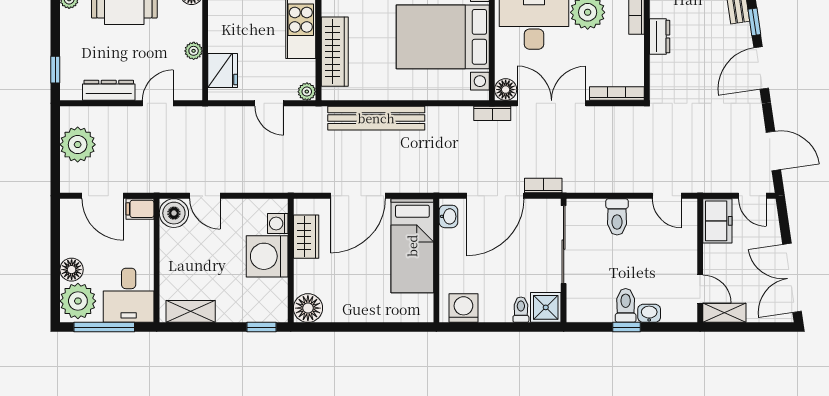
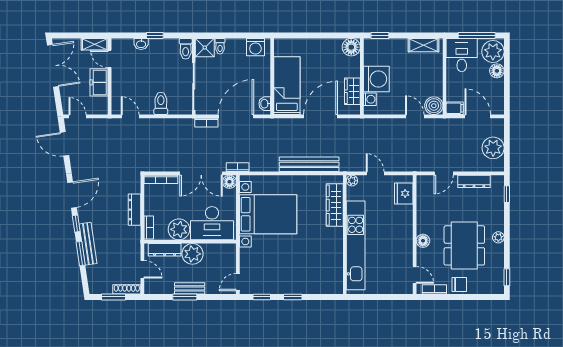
dresser: (660, 37) -> (135, 210), width x1.44
plant: (194, 51) -> (422, 206), removed
freezer: (717, 221) -> (99, 82), moved
toilet: (626, 305) -> (186, 49), moved

